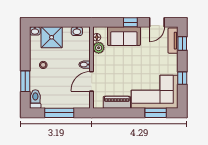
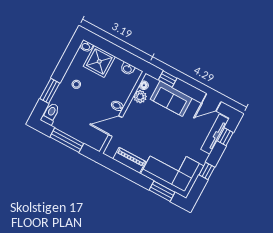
window: (130, 22) -> (168, 79), moved
tv unit: (173, 41) -> (215, 134), width x1.41

